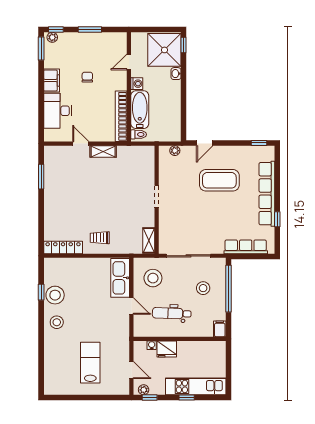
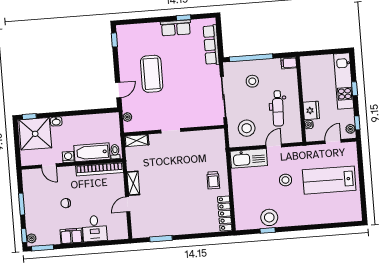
desk: (58, 111) -> (95, 228), width x0.73
door: (205, 143) -> (118, 90), hinge flipped
row of seats: (267, 194) -> (176, 28), width x0.50
shelving: (149, 240) -> (137, 141), moved
stool: (57, 322) -> (285, 180), moved
lab bench: (90, 363) -> (329, 180), width x1.36, depth x1.39

